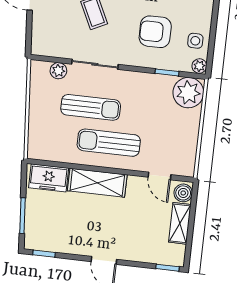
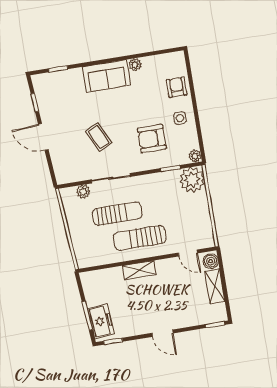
side table: (195, 41) -> (180, 118), moved
freezer: (49, 178) -> (101, 321), moved, turned -95
shelving: (97, 183) -> (139, 270), width x0.67, depth x0.75

